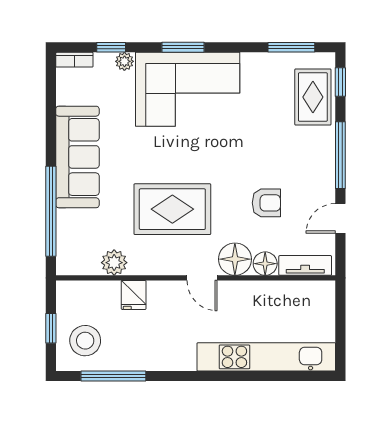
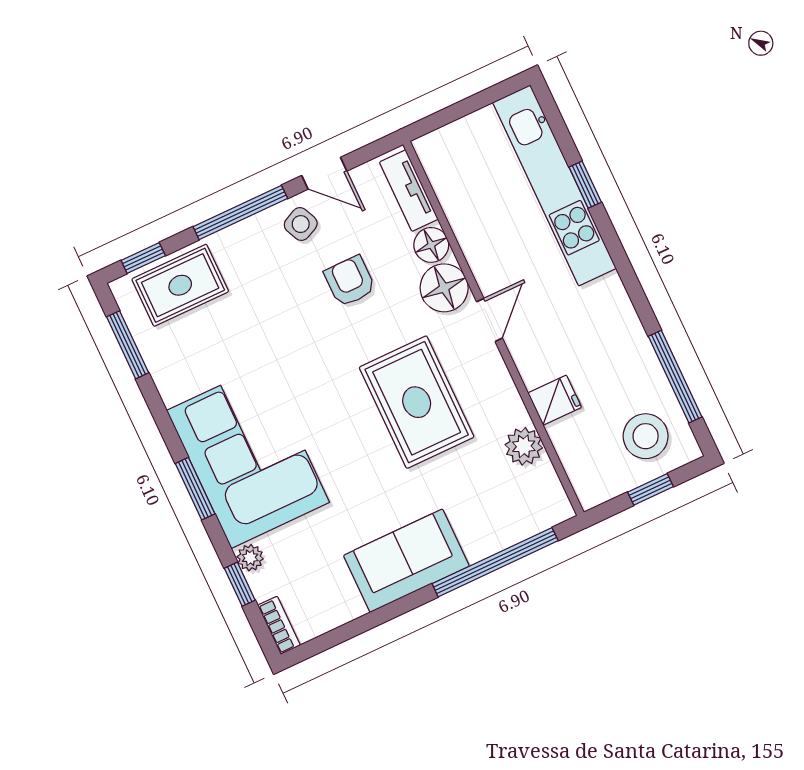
sofa: (77, 157) -> (406, 561), width x0.73
side table: (316, 189) -> (301, 224), added
window: (258, 376) -> (585, 185), added

